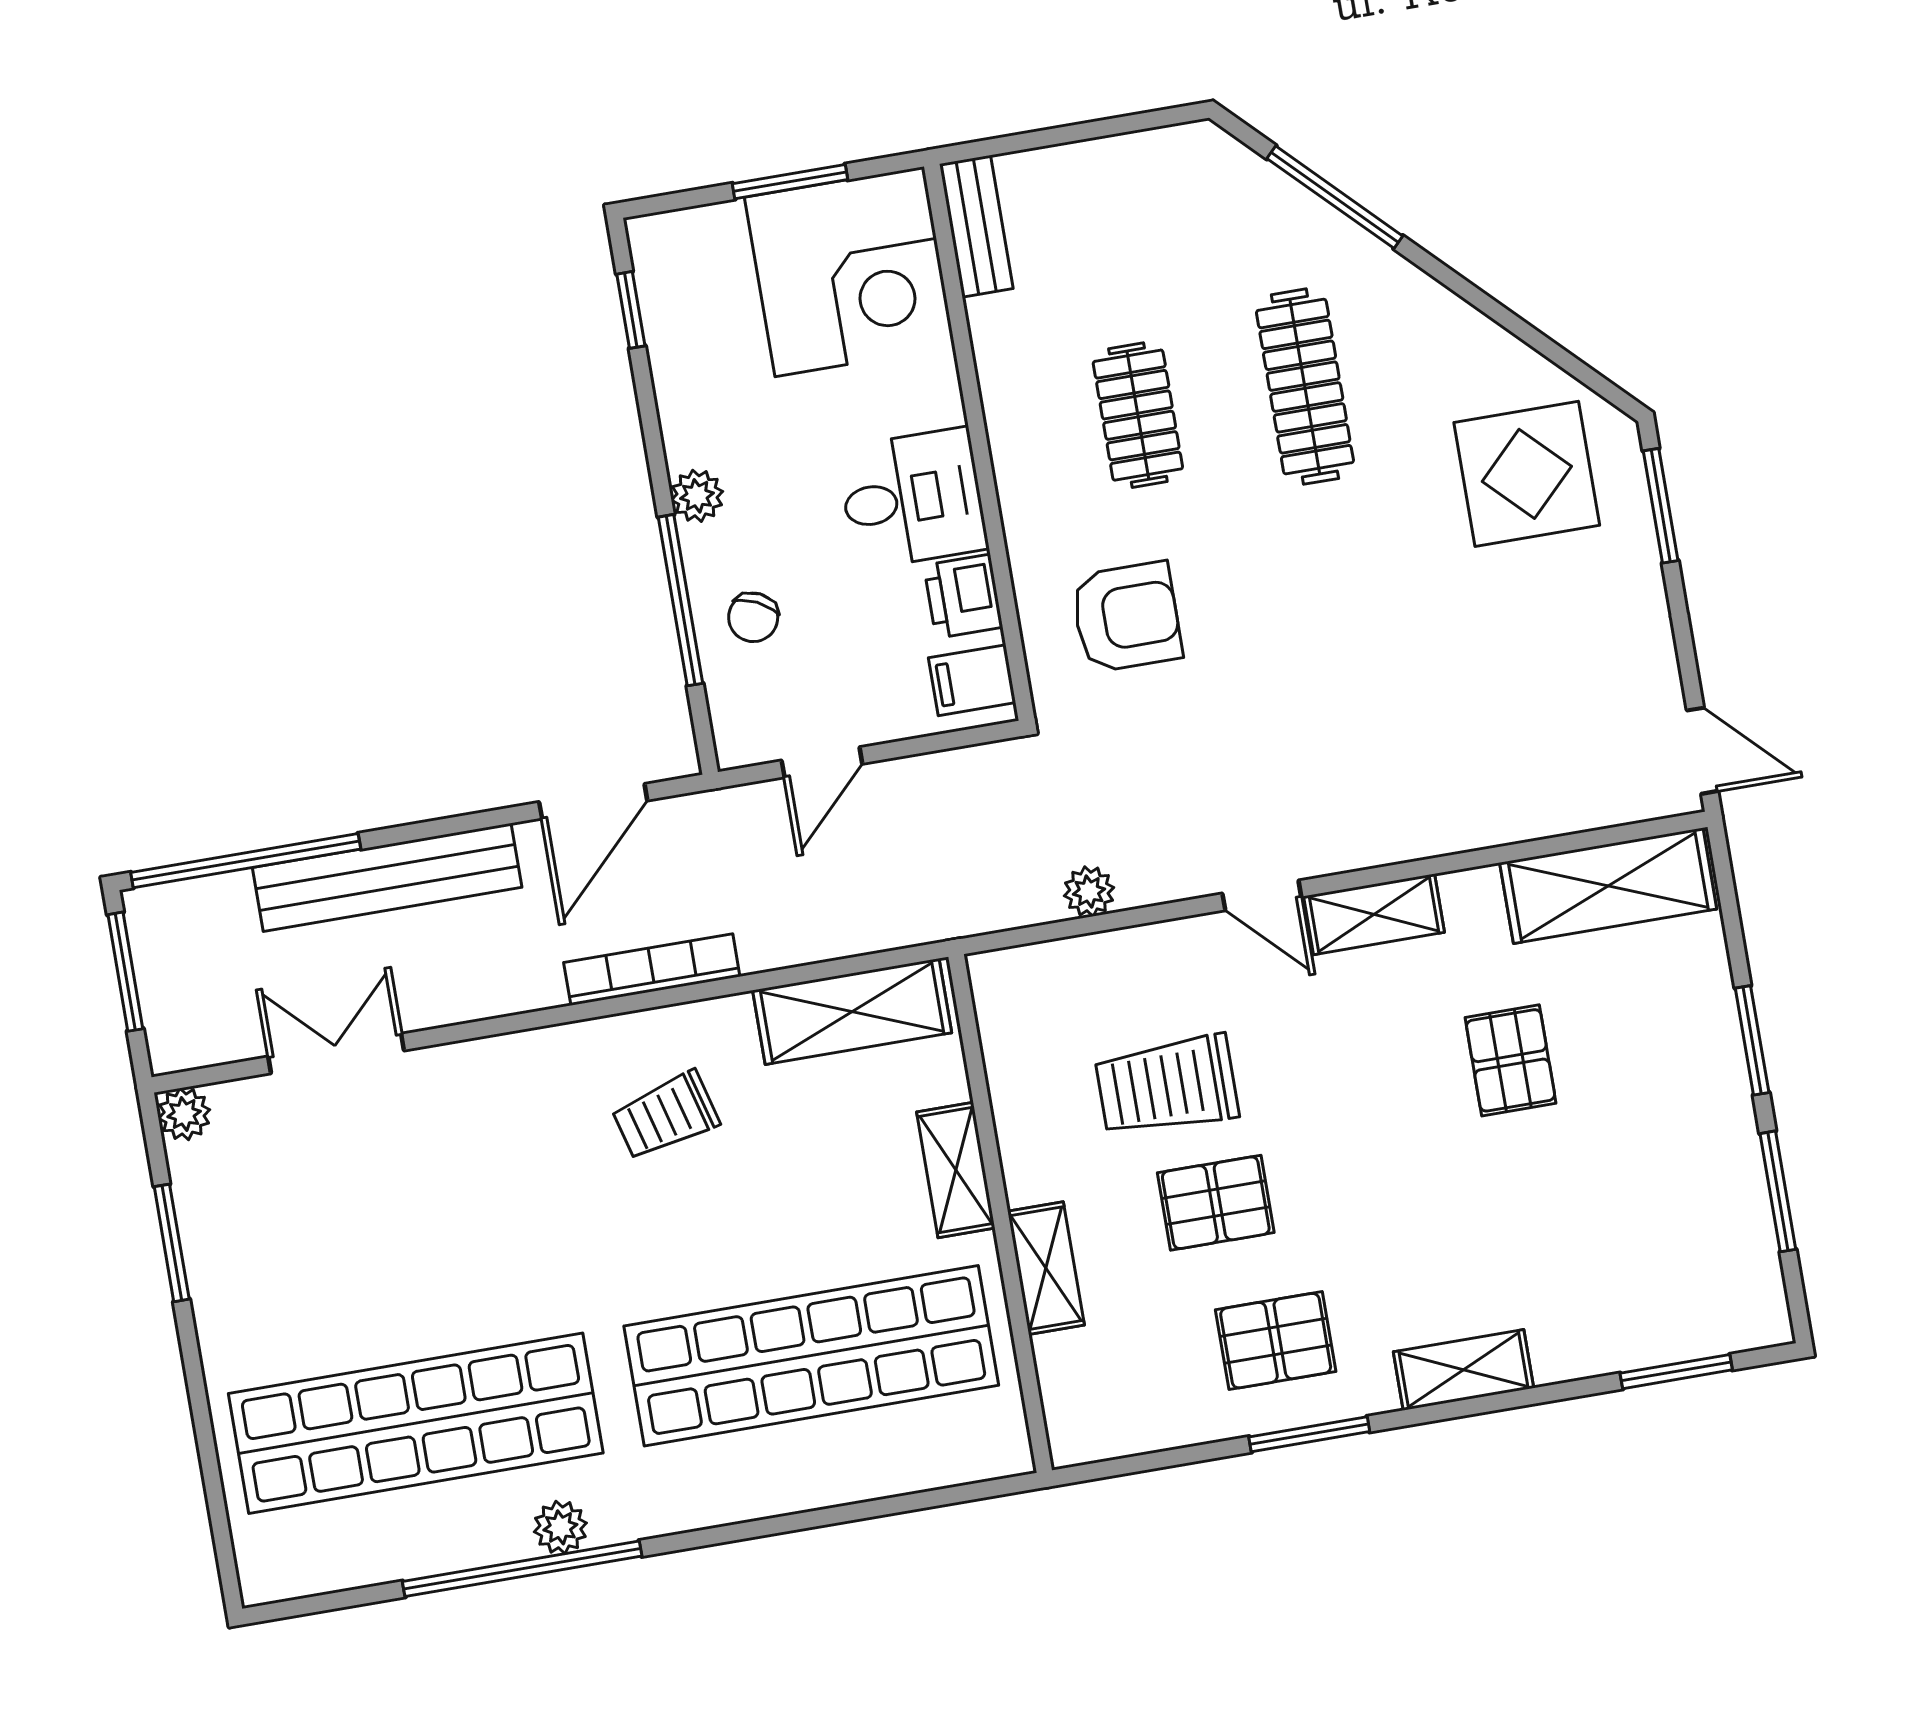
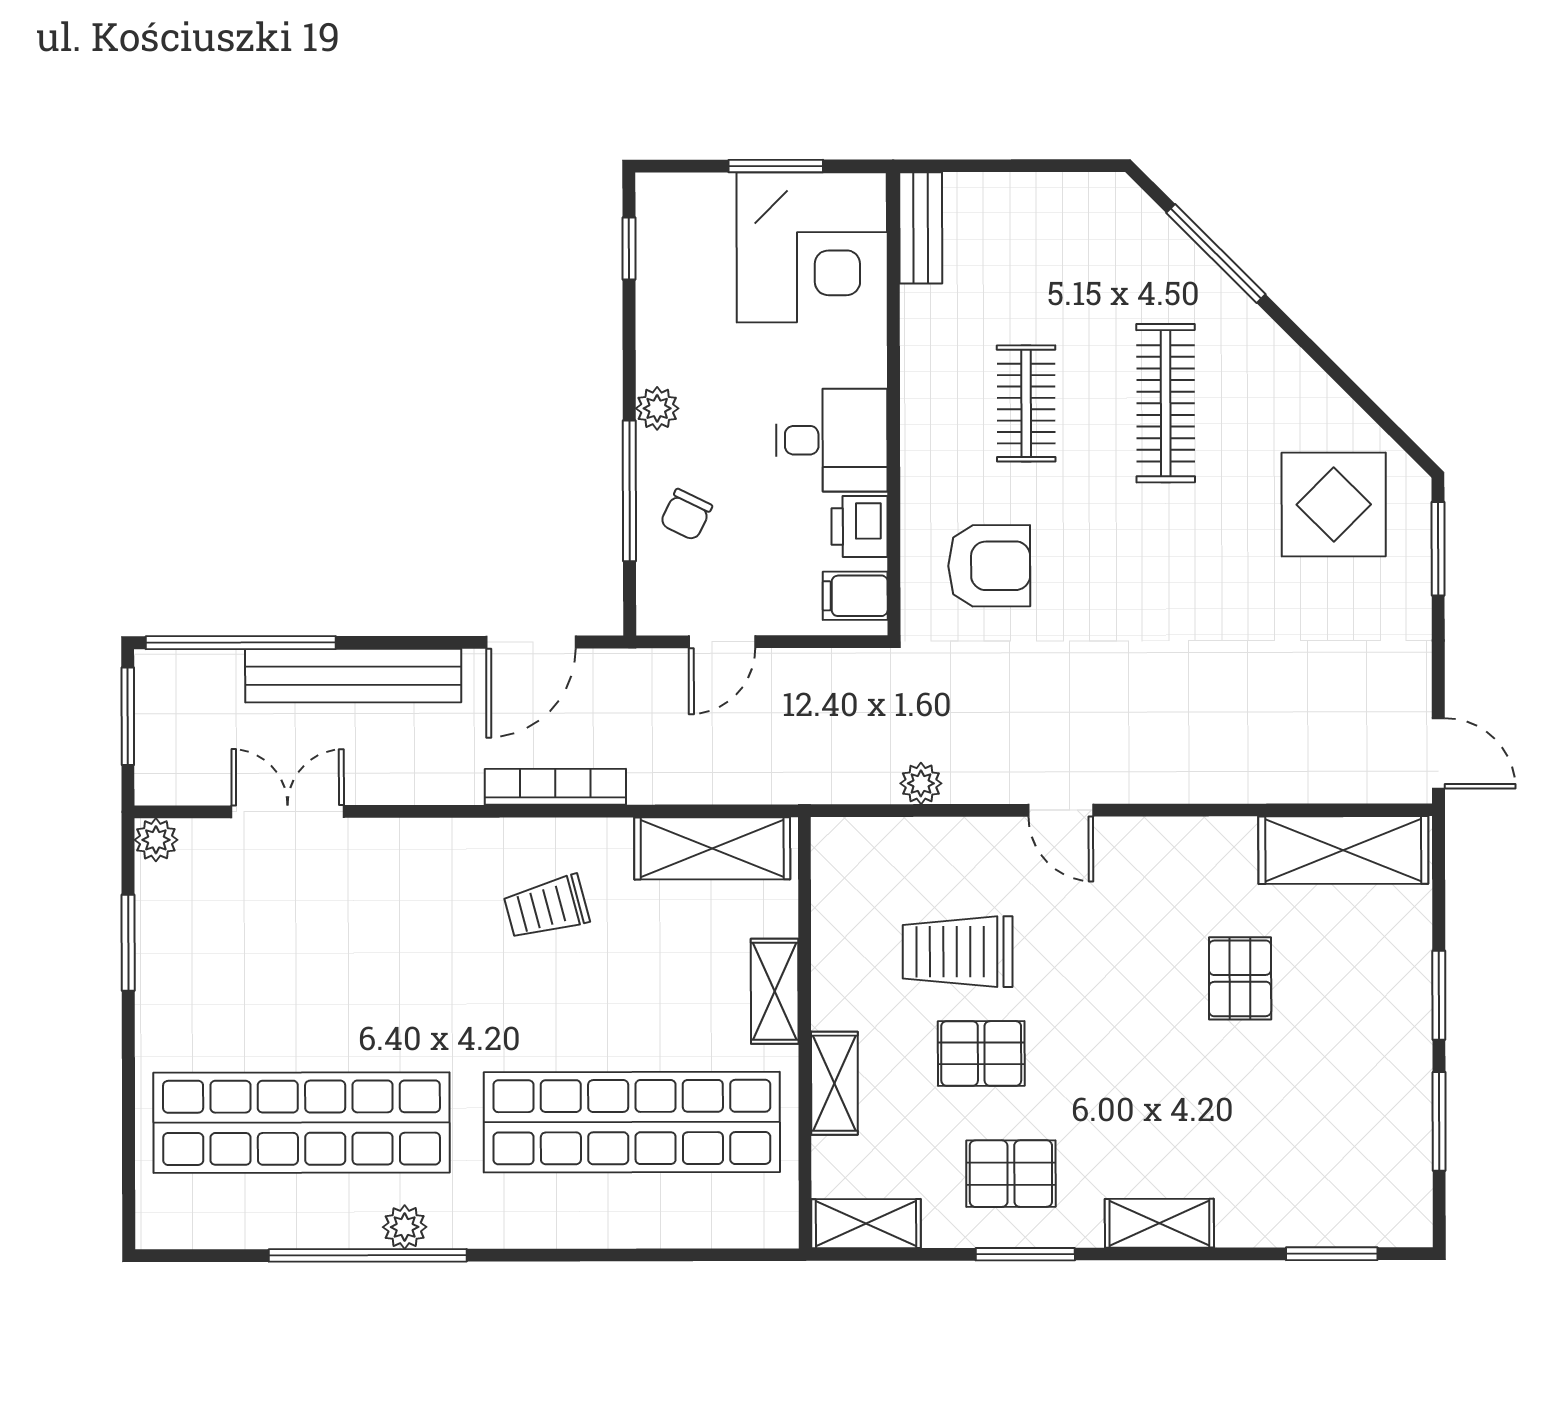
shelving: (1374, 914) -> (866, 1224), moved

